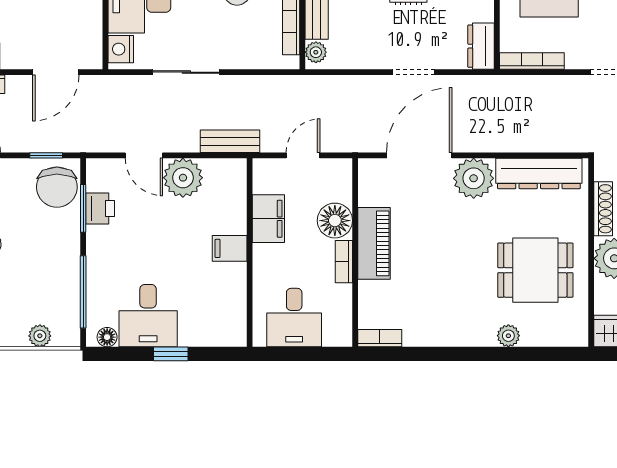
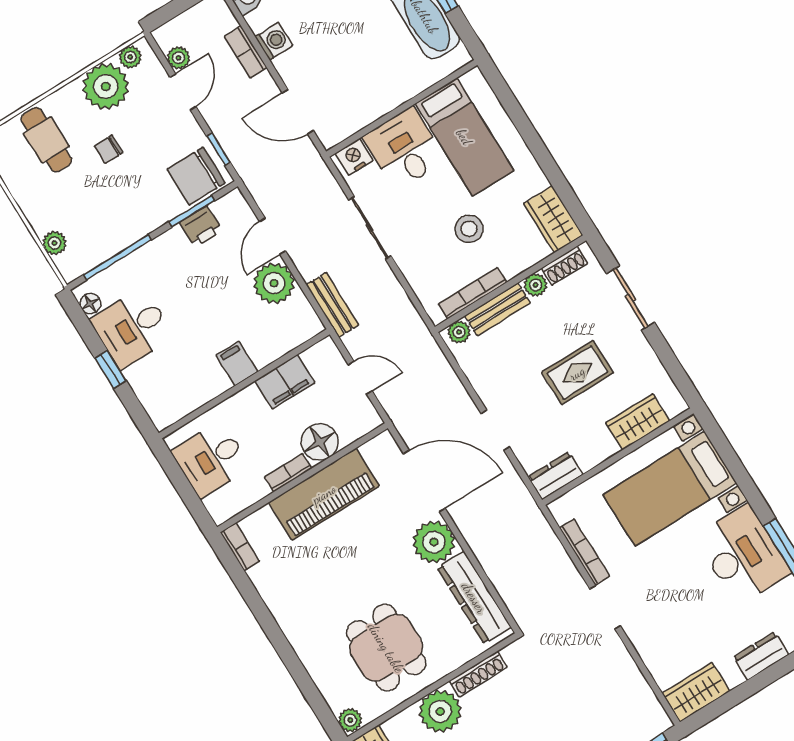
bookcase: (532, 61) -> (585, 552), moved
piano: (374, 243) -> (324, 494), width x1.37, depth x1.33
plant: (508, 336) -> (350, 720), moved

